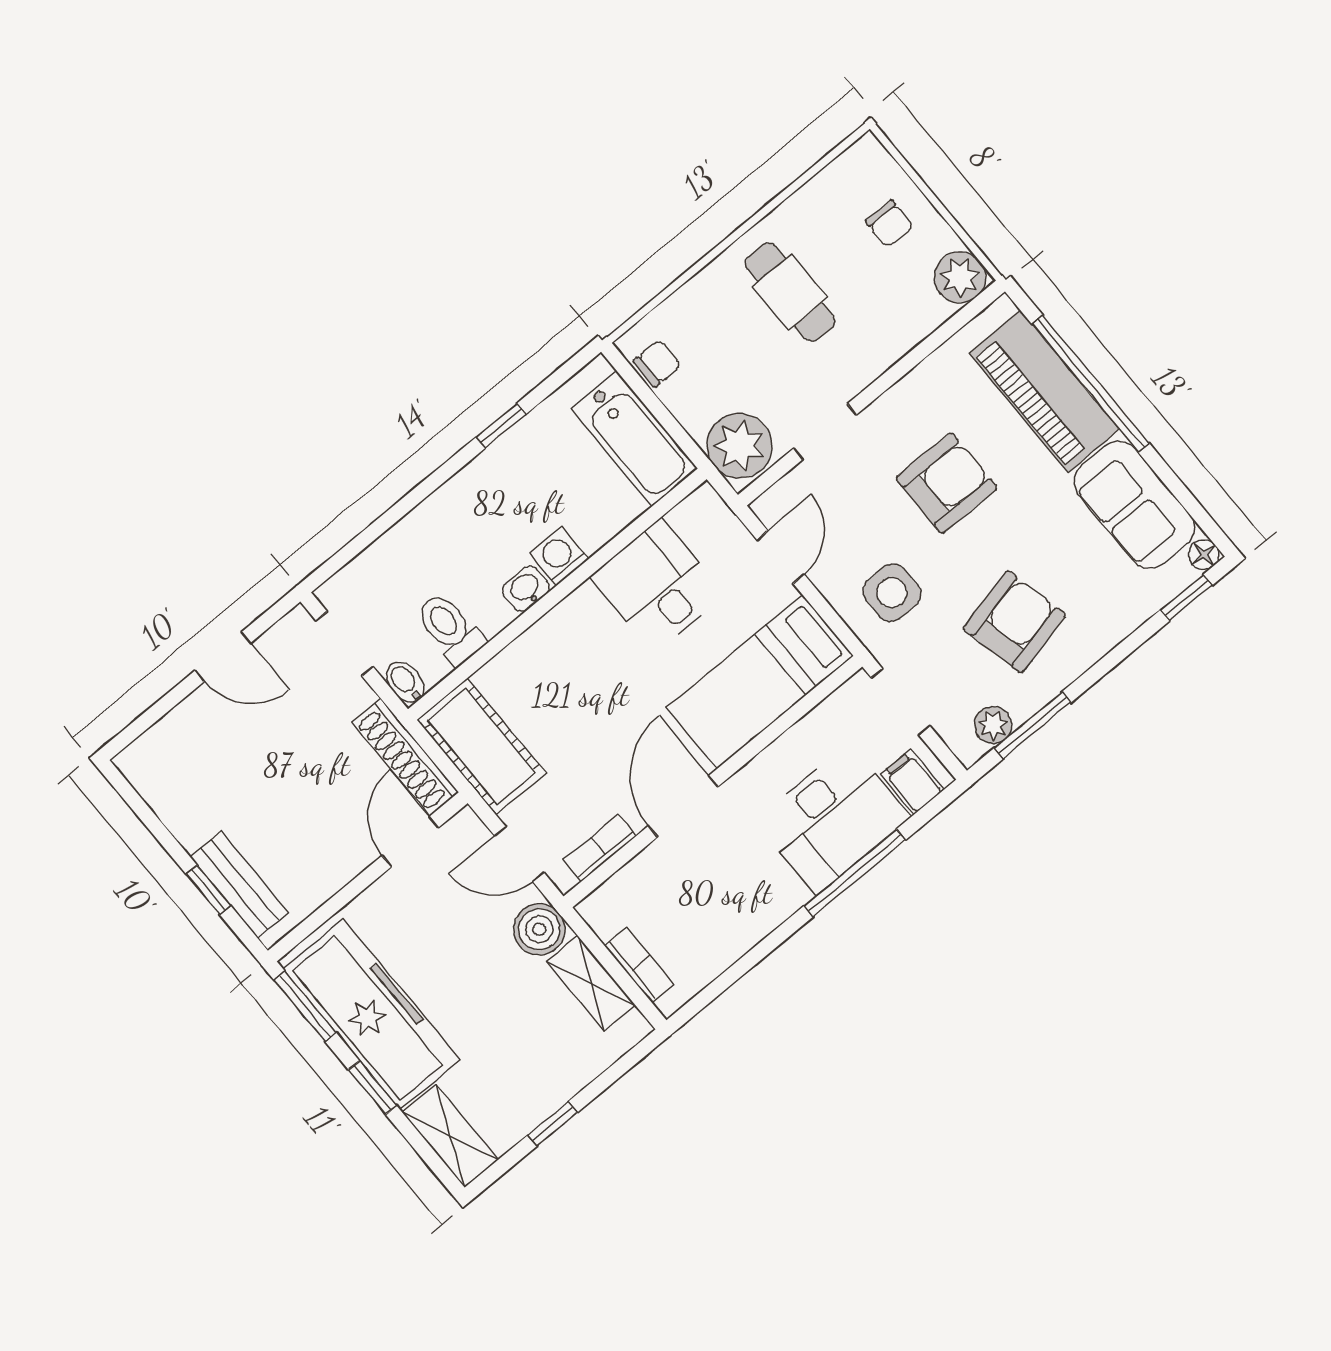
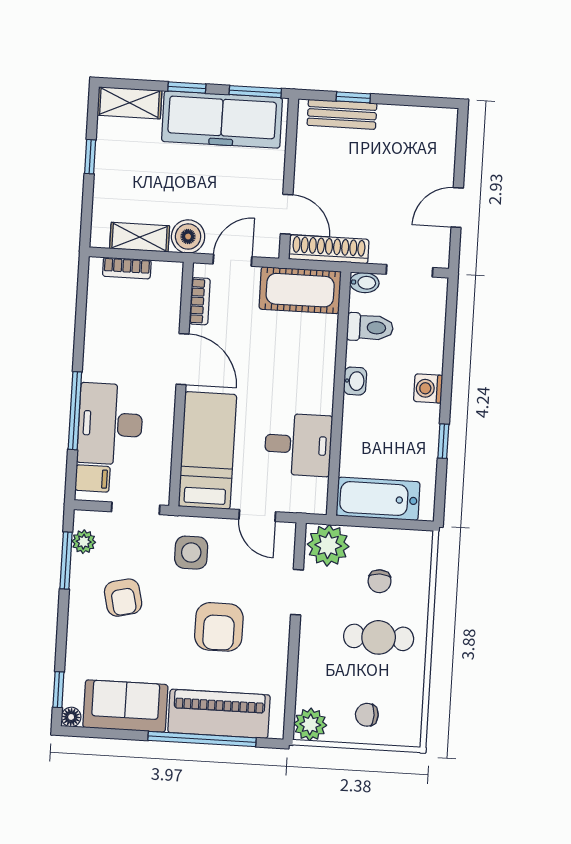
chair: (657, 363) -> (380, 581), moved
washing machine: (559, 556) -> (428, 388), moved, turned 180
armchair: (1014, 622) -> (123, 598), width x0.72, depth x0.72

